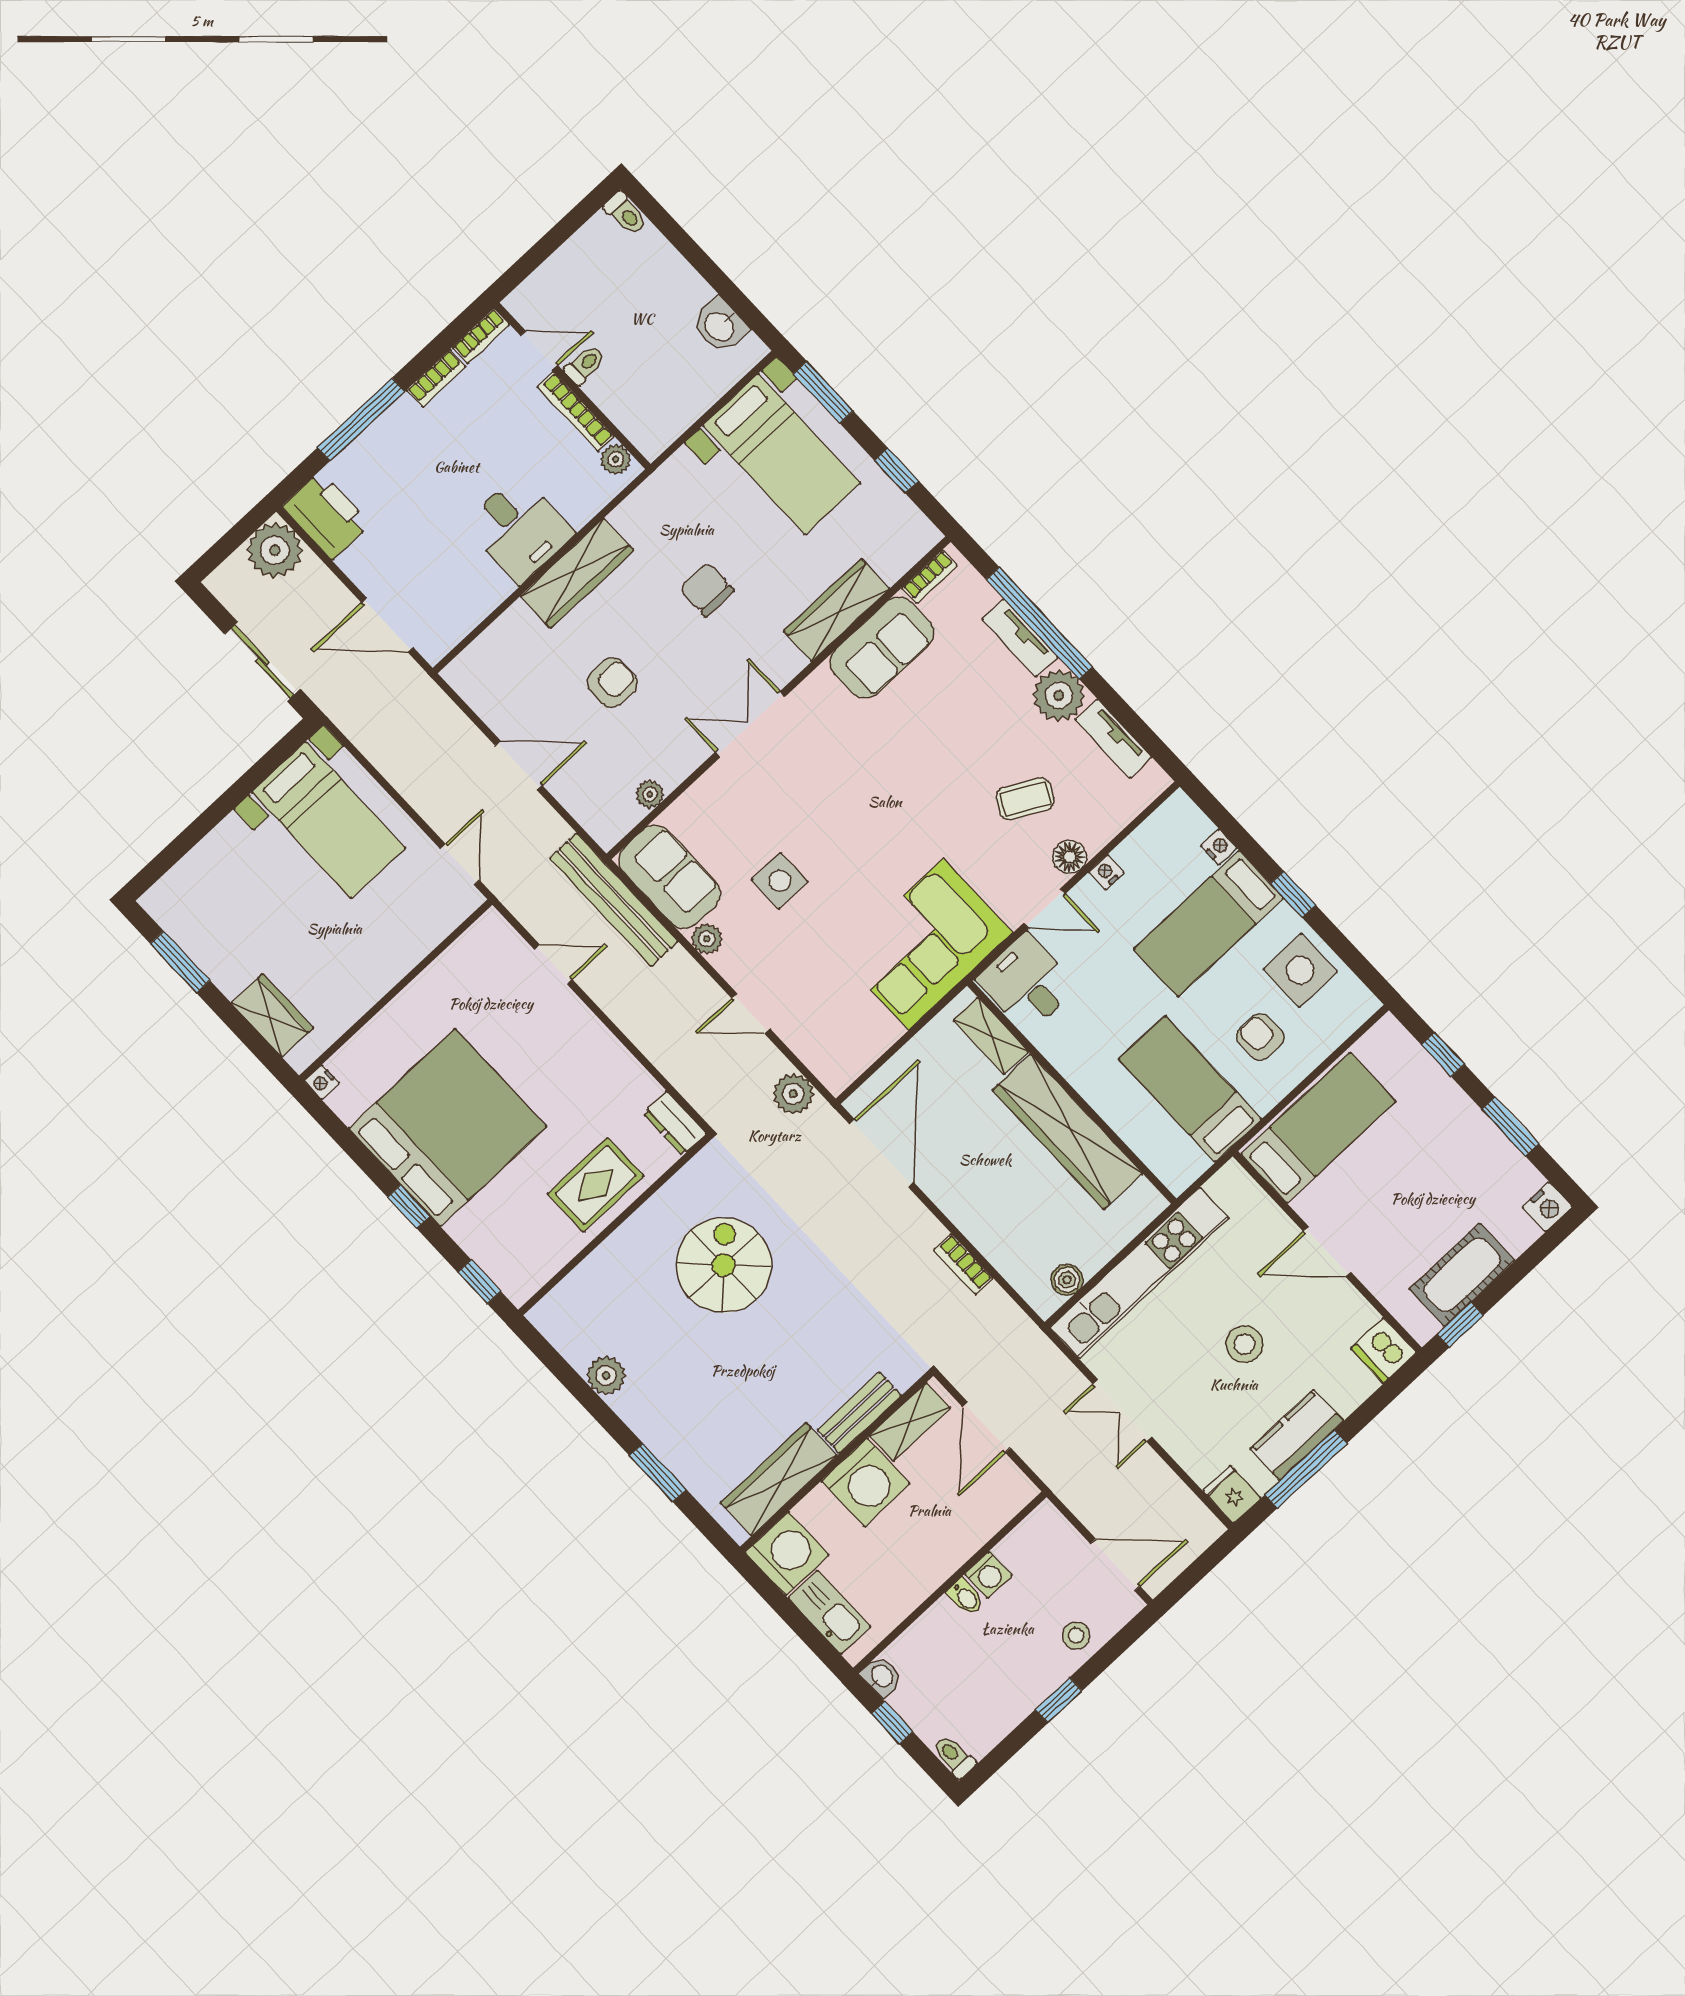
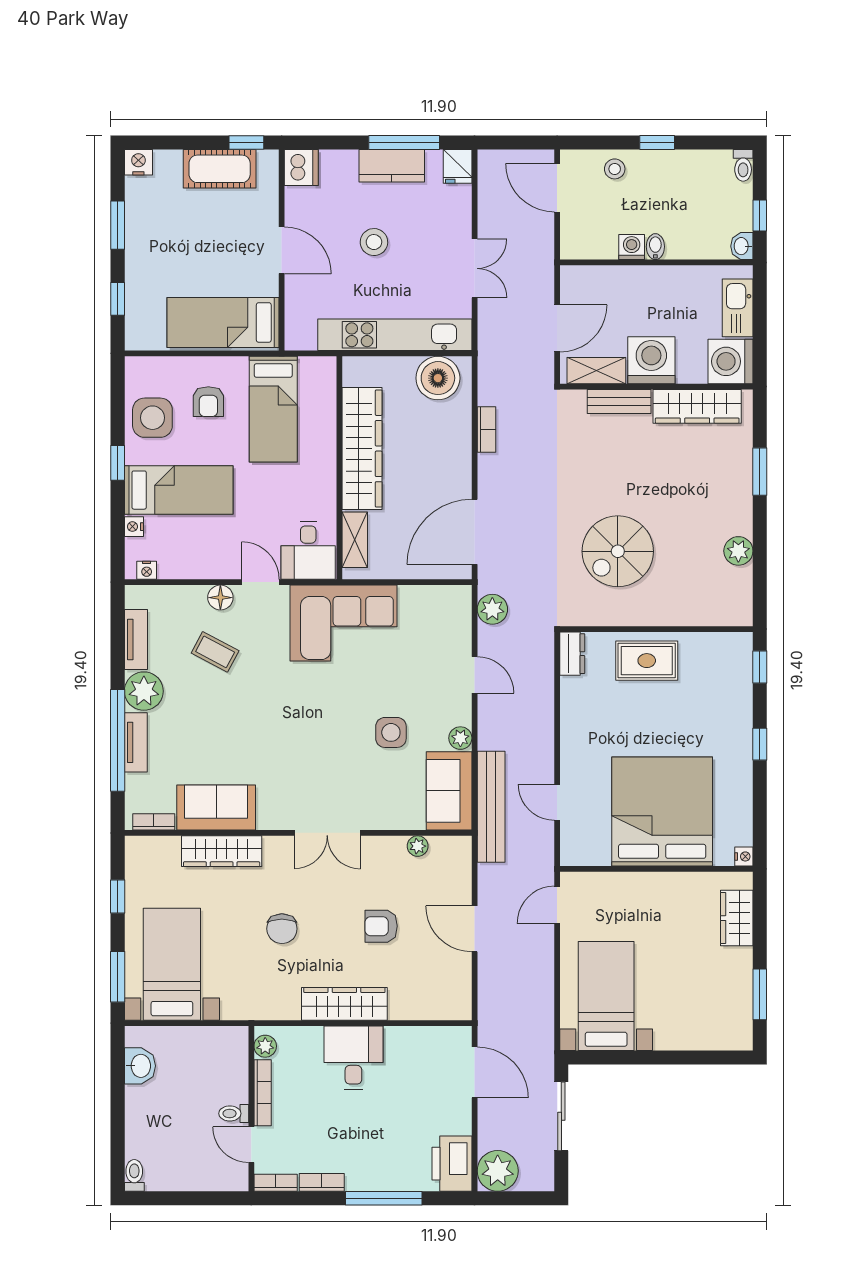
nightstand: (1106, 872) -> (147, 570), moved
bed: (448, 1128) -> (662, 811), moved, turned 90
boiler: (1067, 1280) -> (438, 378), width x1.86, depth x1.86

